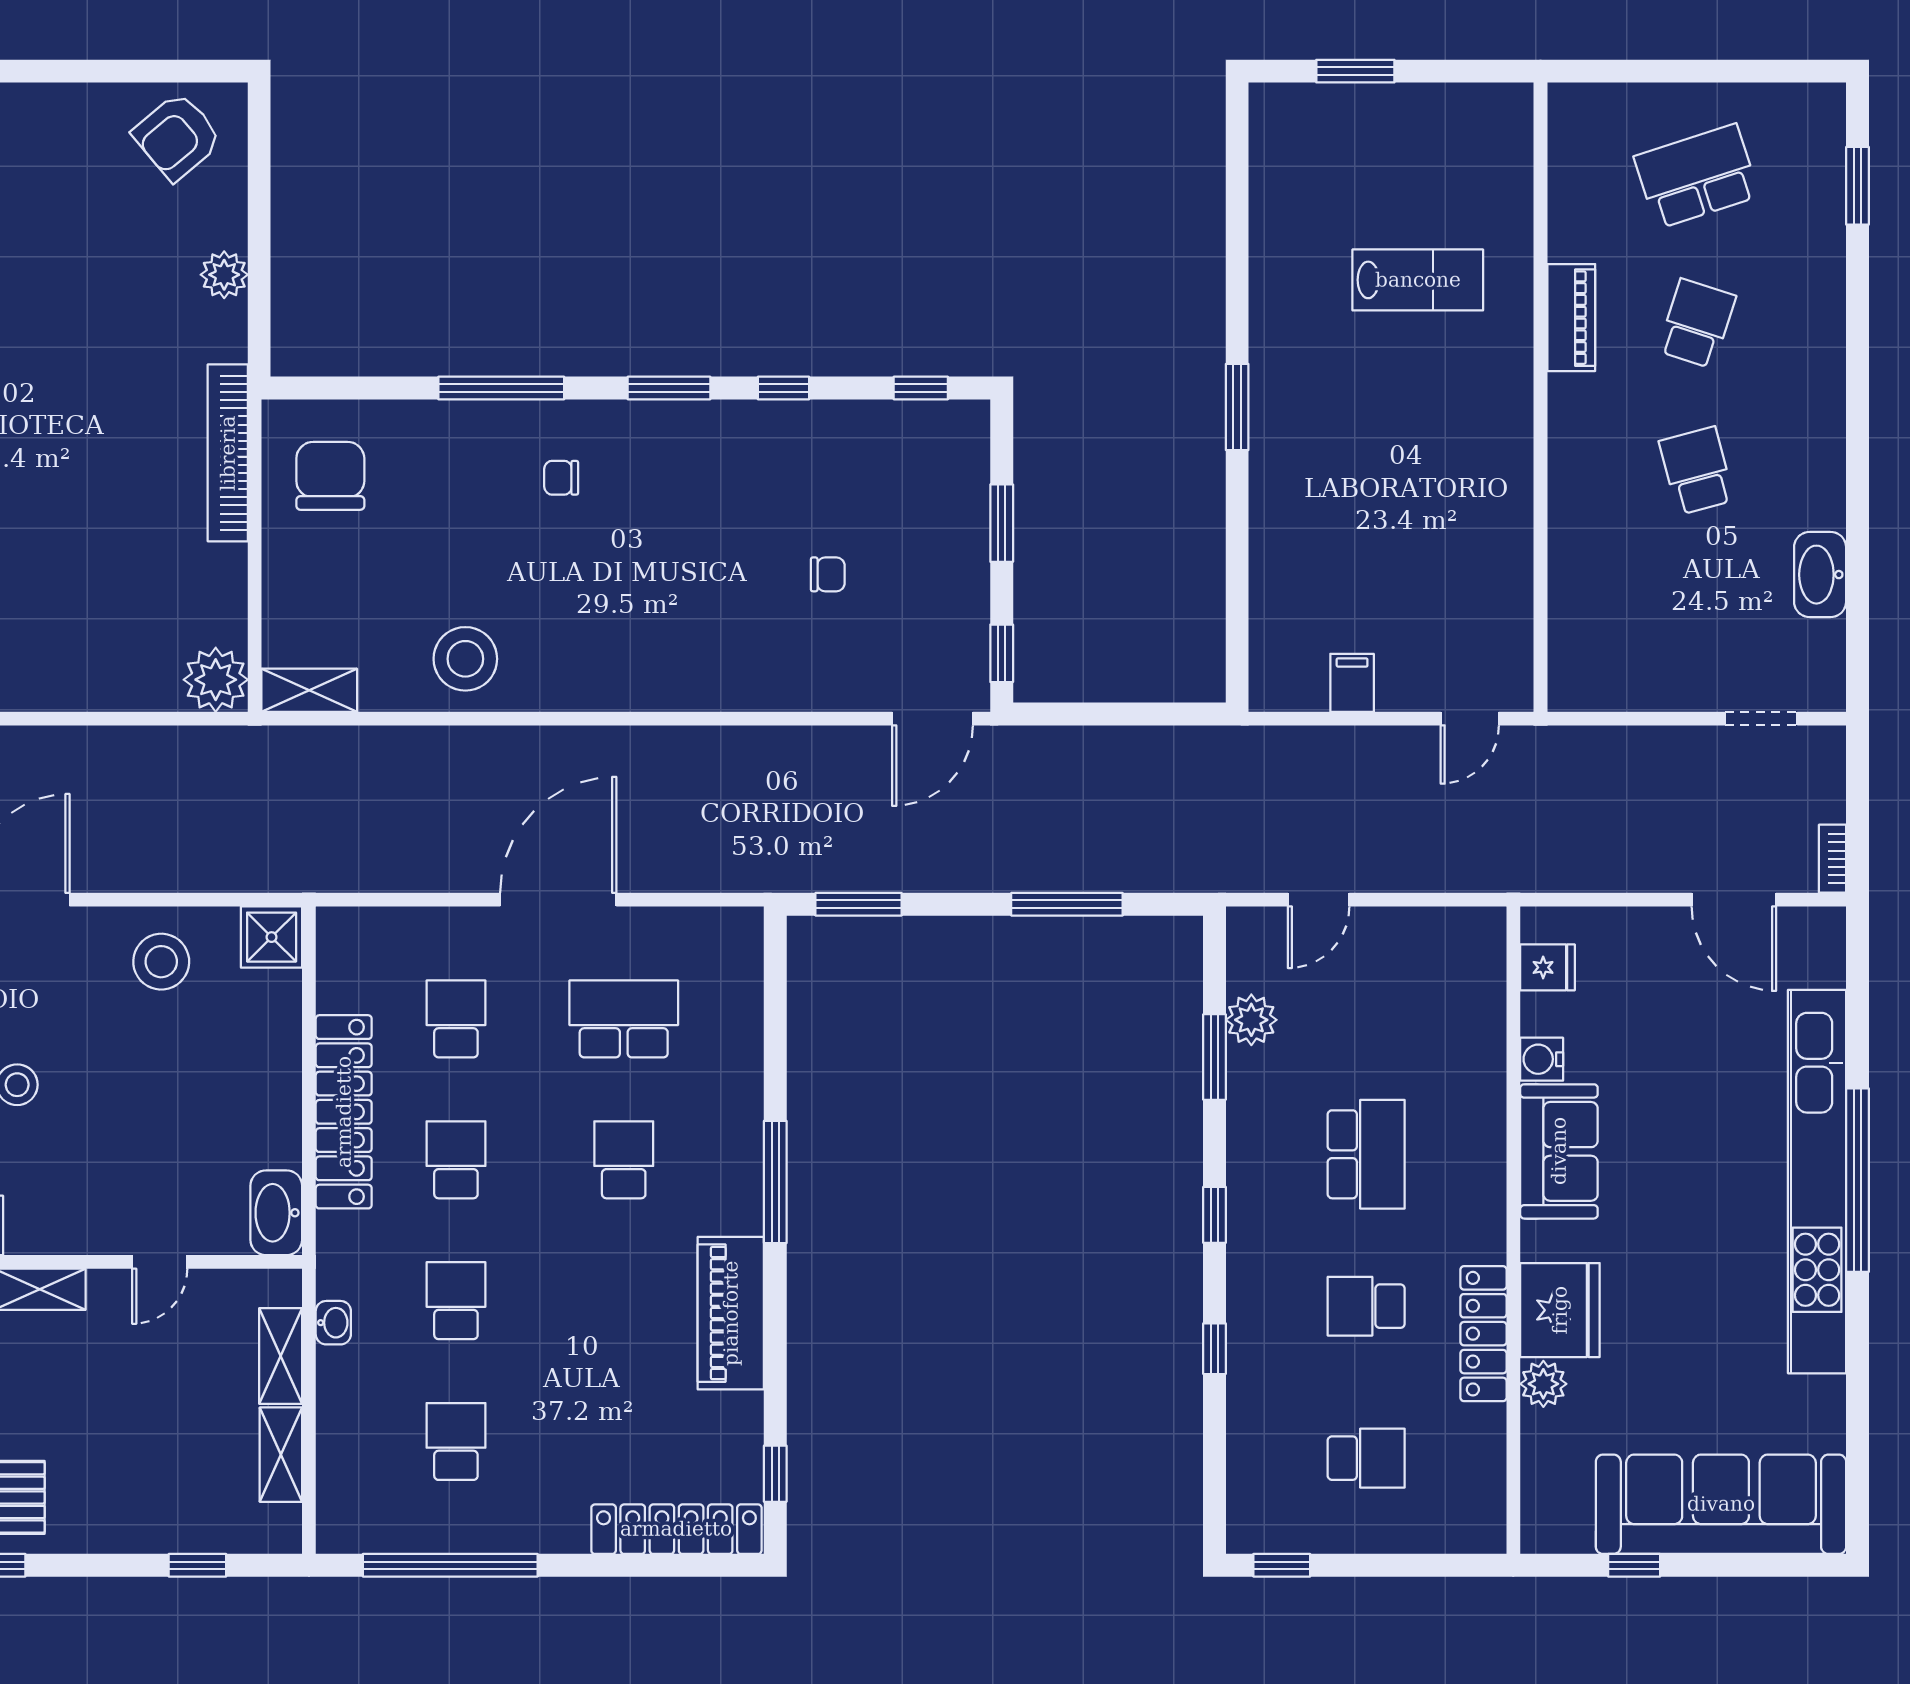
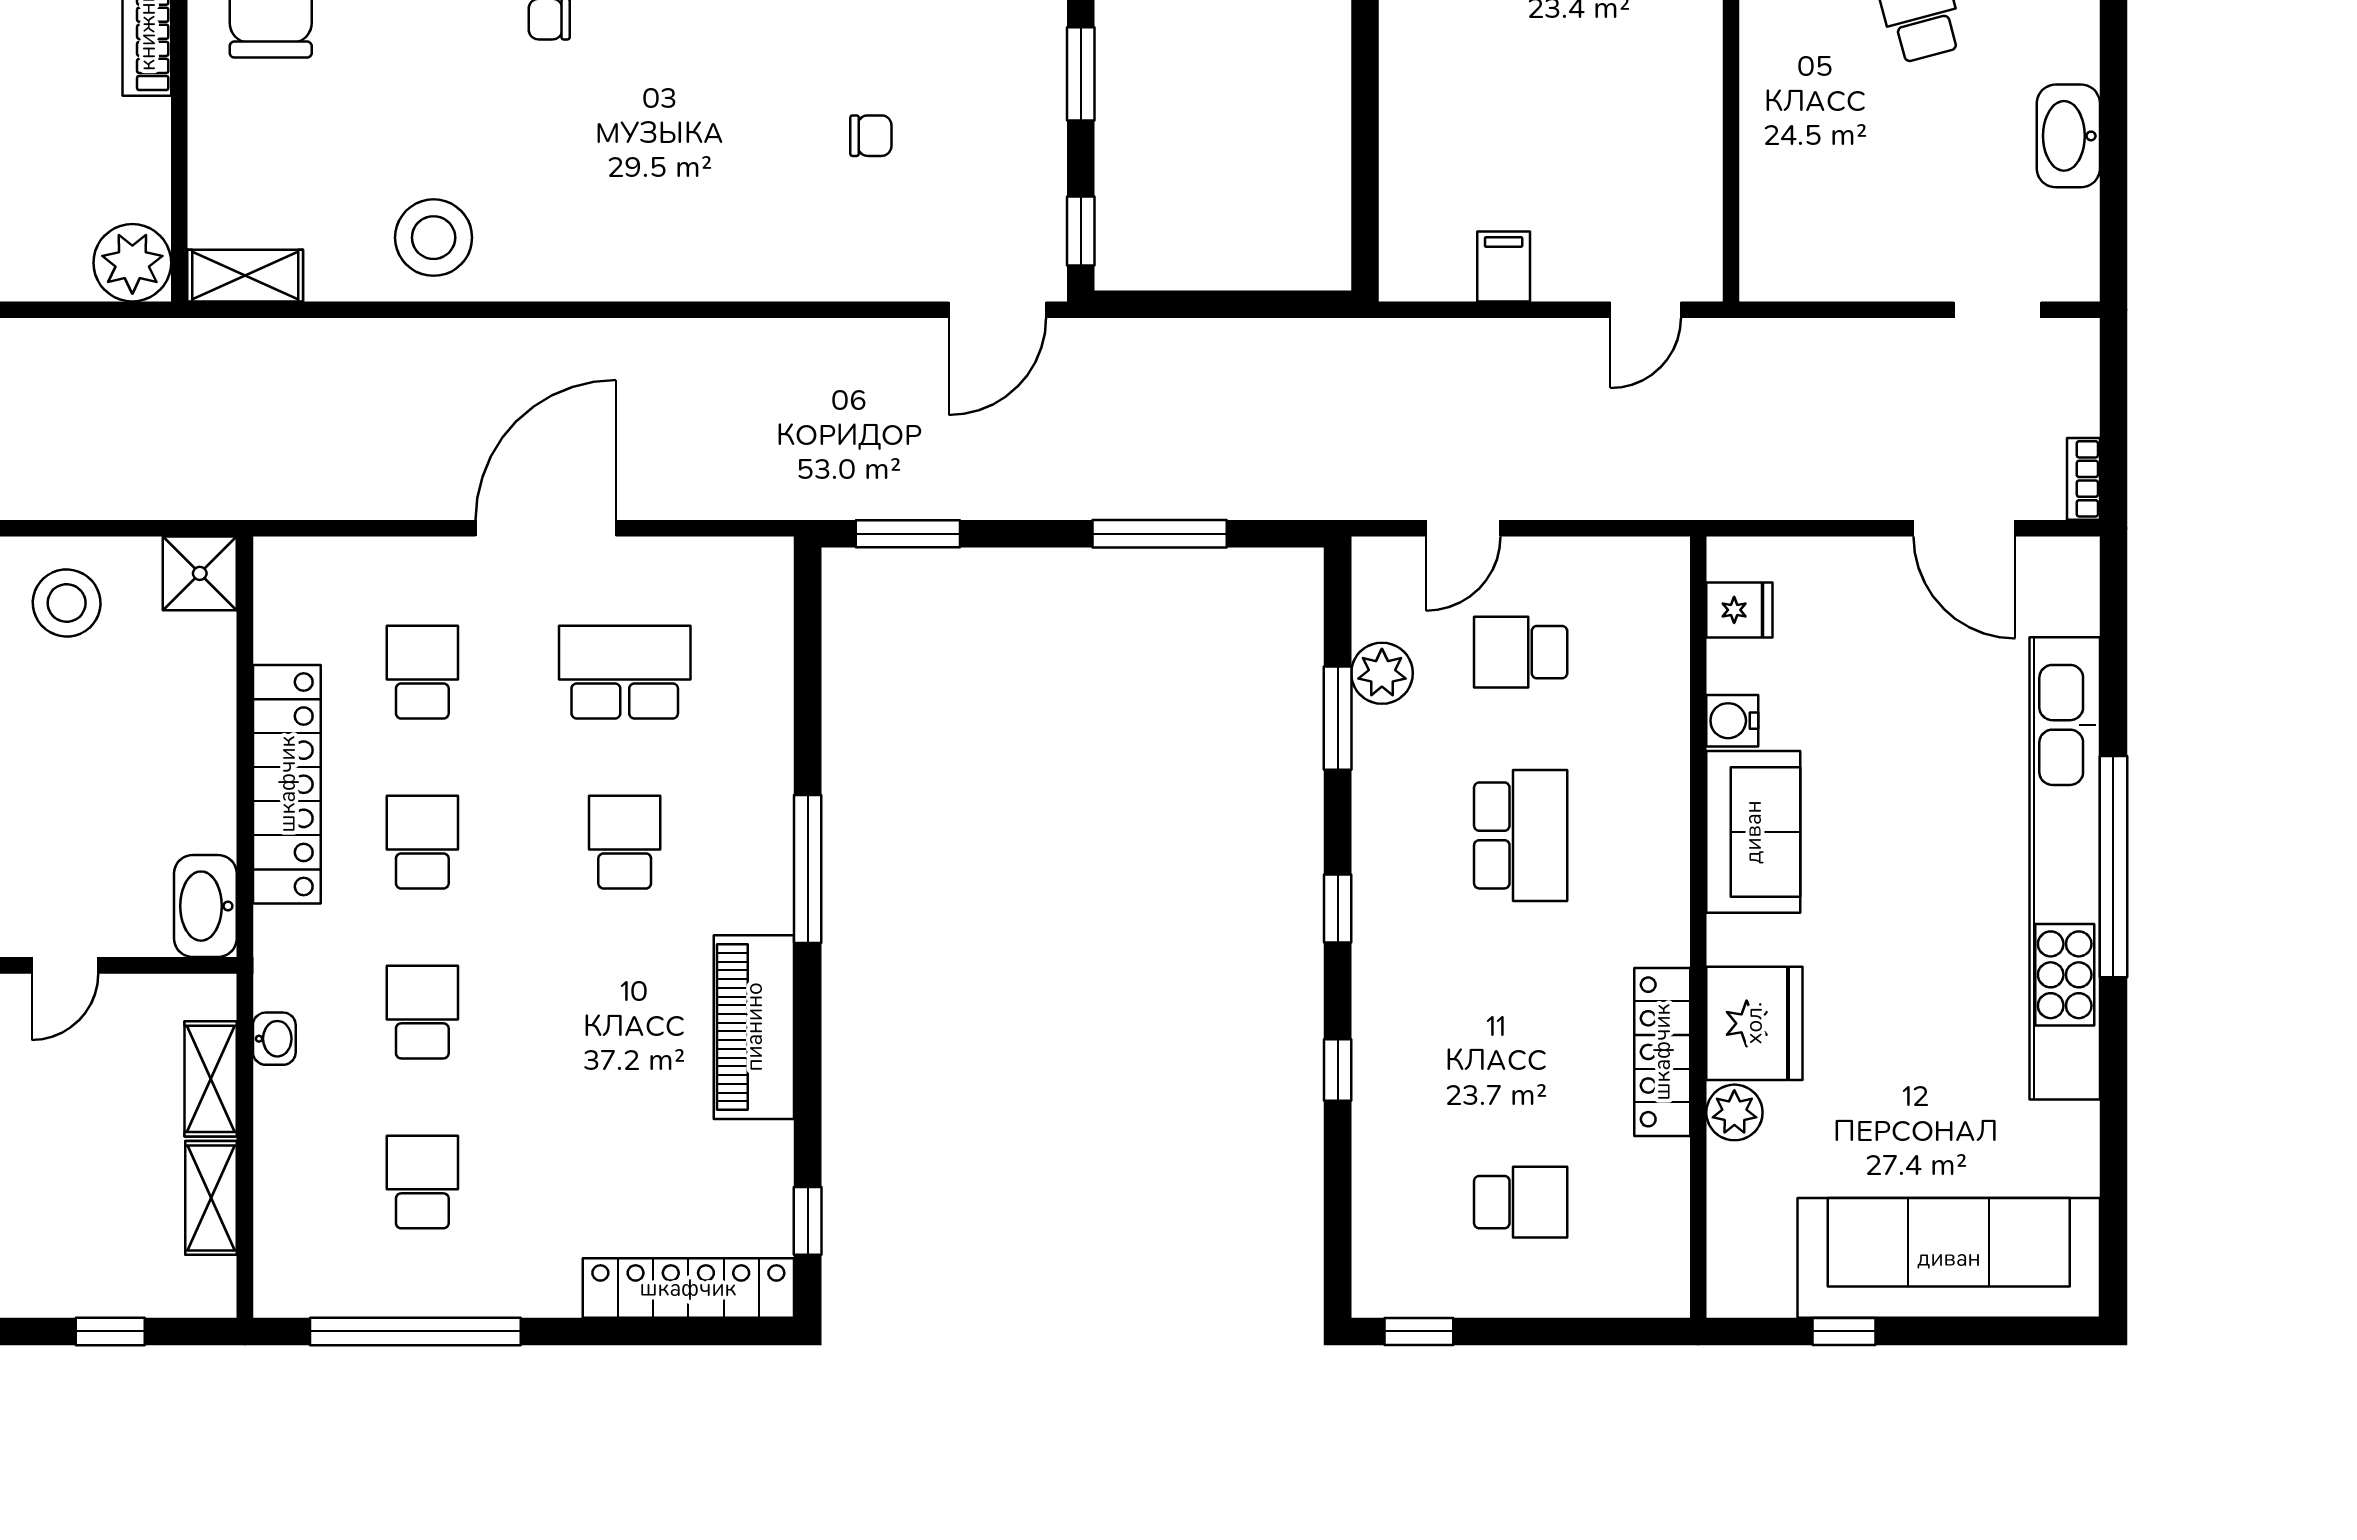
school desk: (1366, 1306) -> (1521, 652), moved

